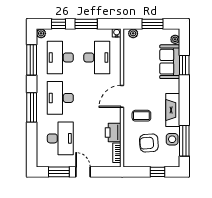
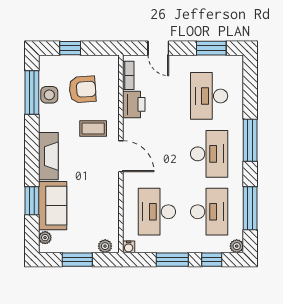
door: (122, 96) -> (121, 156), hinge flipped
fireplace: (173, 110) -> (48, 156), moved
door: (83, 172) -> (158, 48), moved

